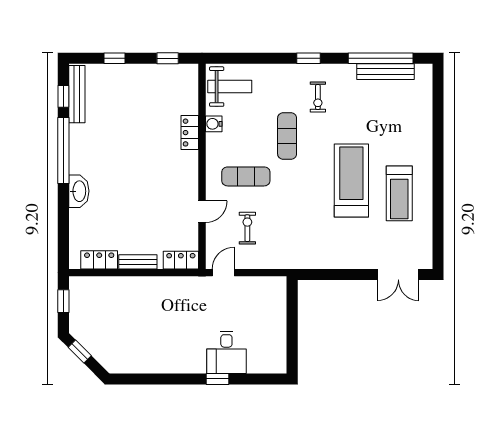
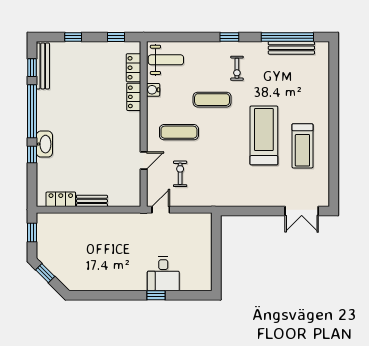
exercise mat: (287, 136) -> (212, 100), turned 90
window: (63, 204) -> (32, 155), added
locker: (181, 260) -> (134, 68), moved, turned -90

